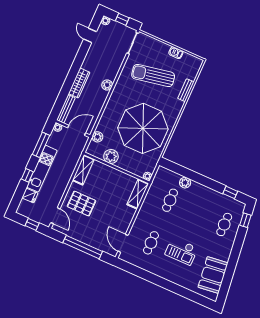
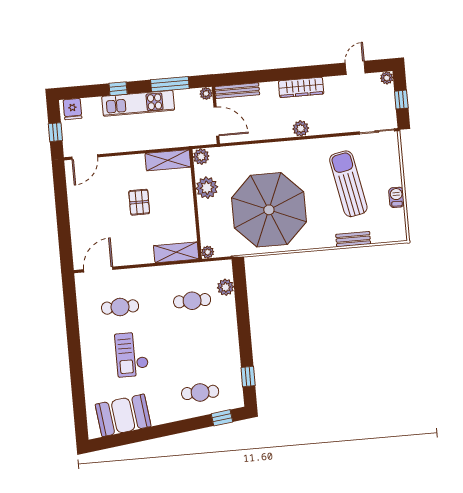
wardrobe: (79, 83) -> (301, 87), moved
plant: (97, 137) -> (201, 157), moved
plant: (185, 183) -> (226, 287), moved
fridge: (30, 195) -> (72, 109), moved
pallet: (81, 204) -> (139, 202), moved, width x0.67, depth x0.71
window: (83, 247) -> (63, 218), removed

